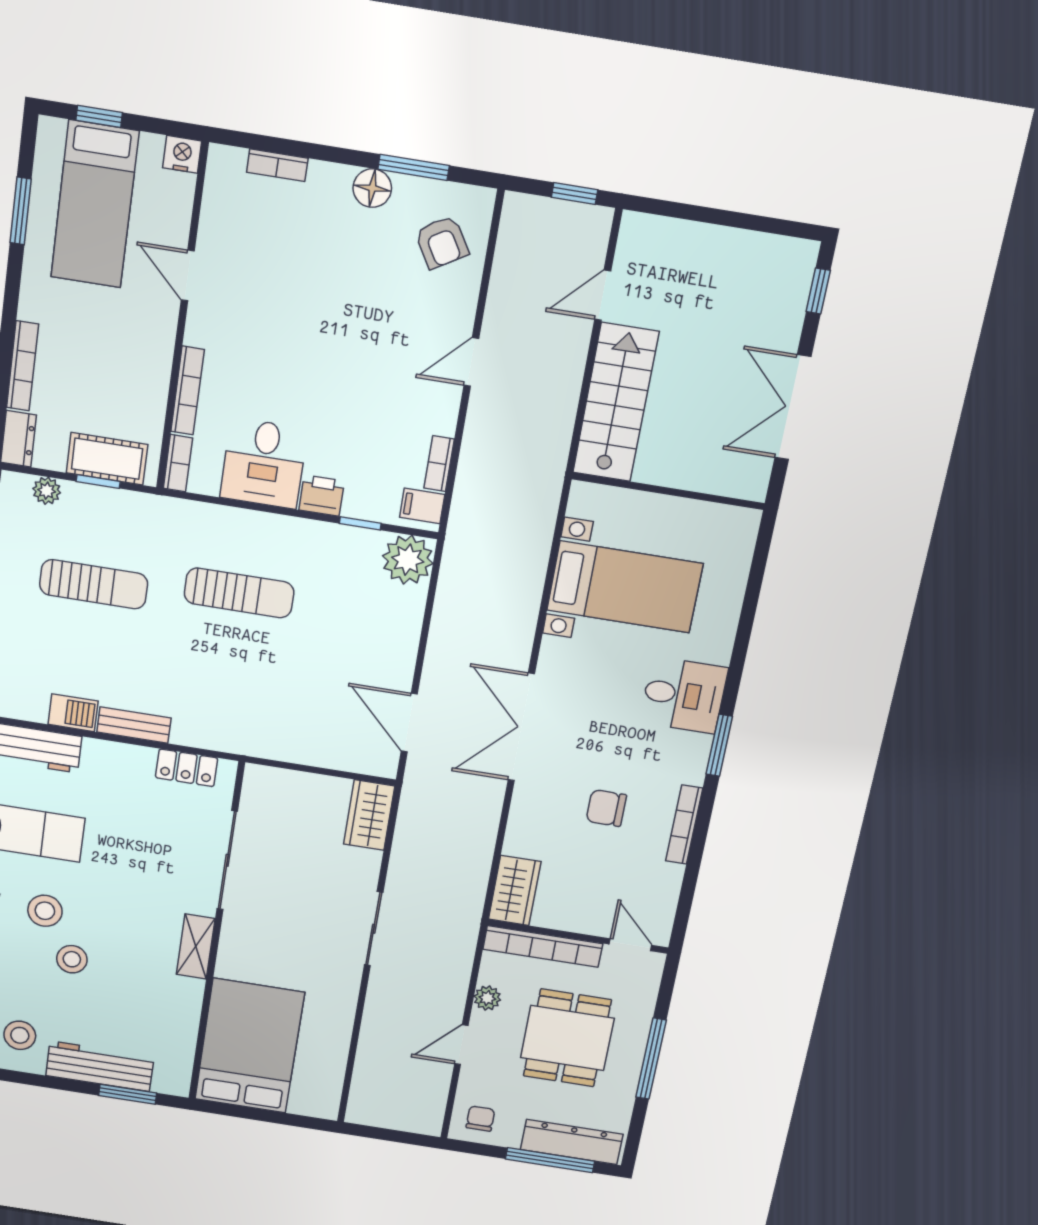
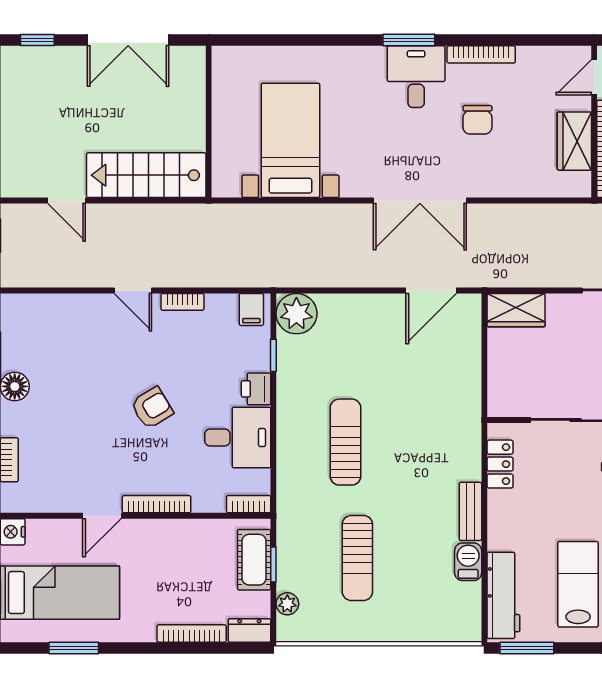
armchair: (442, 242) -> (152, 408), moved
bookcase: (188, 391) -> (157, 504), moved
bookcase: (439, 464) -> (182, 302), moved
sun lounger: (94, 584) -> (357, 558), turned 180
desk: (684, 695) -> (416, 77), moved
wardrobe: (515, 890) -> (574, 141), moved, turned -90

